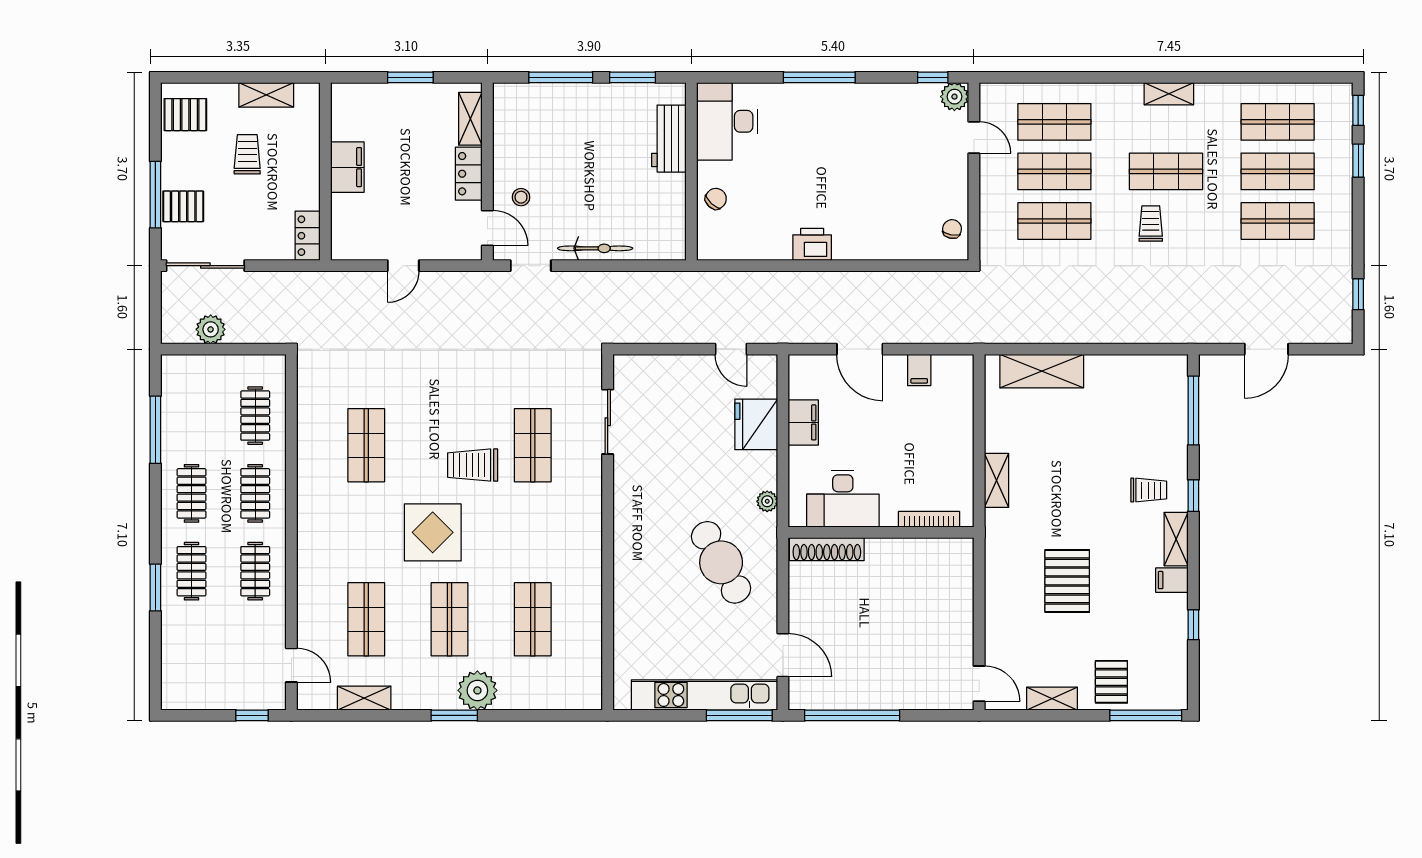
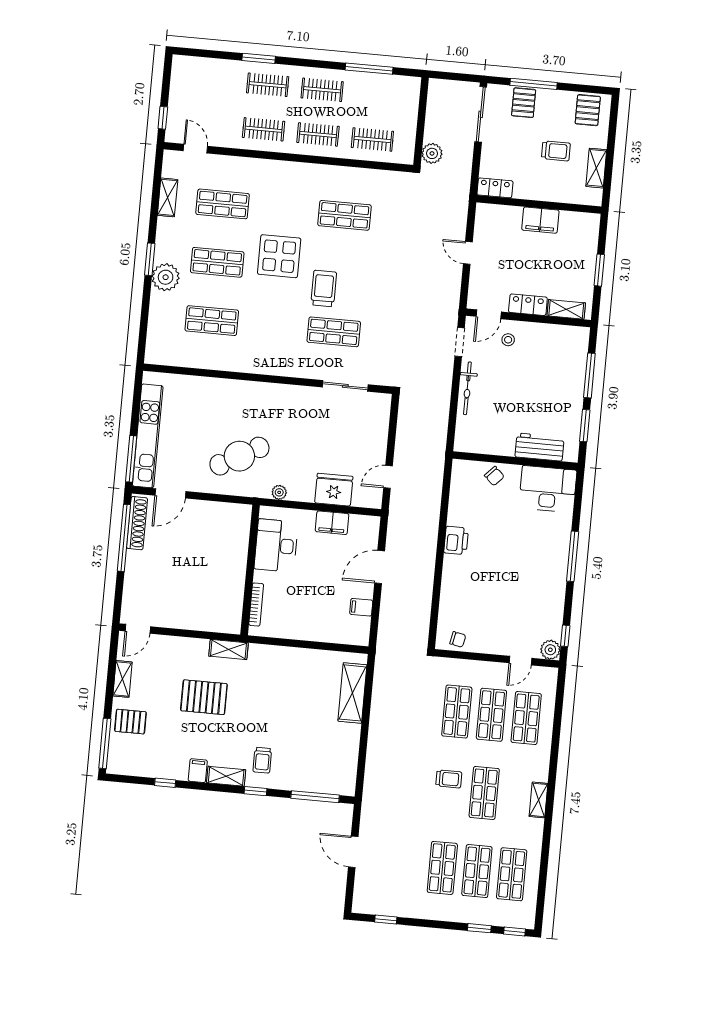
plant: (211, 329) -> (432, 153), moved
shelving: (996, 480) -> (229, 649), moved
shoe rack: (827, 549) -> (137, 523), moved, turned 180
door: (291, 665) -> (195, 149), swing flipped

